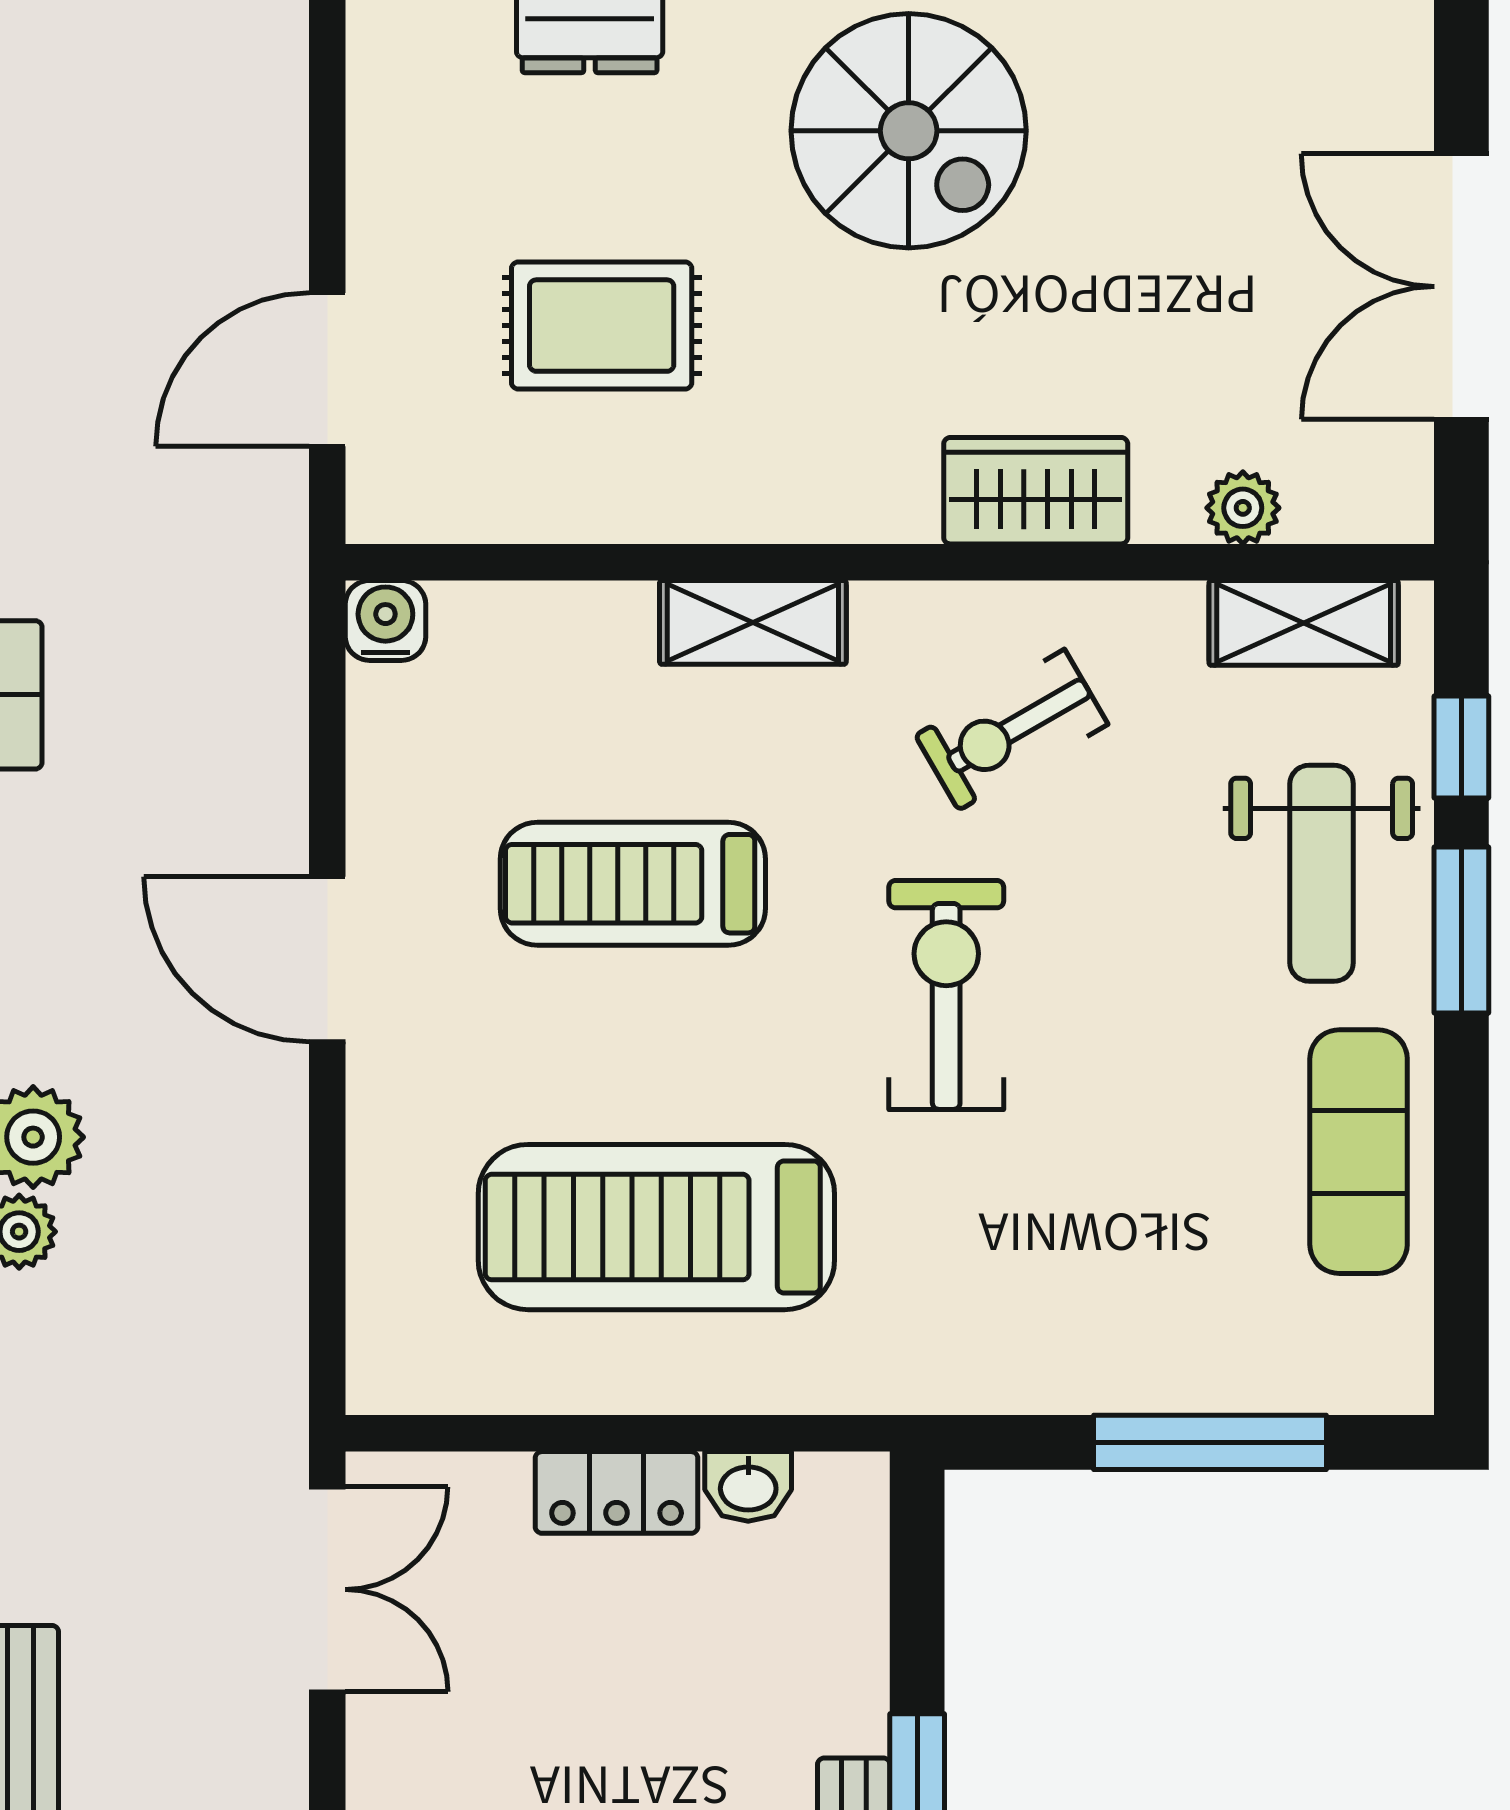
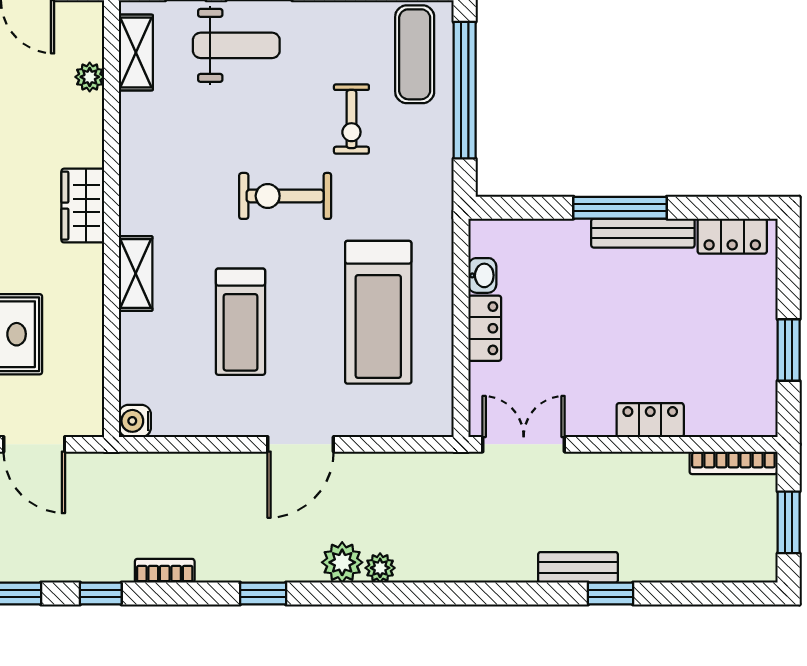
wardrobe: (1036, 491) -> (83, 206), moved
exercise bike: (1012, 730) -> (351, 119), moved, turned 30
door: (327, 959) -> (301, 444), moved
exercise mat: (1359, 1152) -> (415, 54), moved, turned 90
window: (1210, 1442) -> (465, 90), width x1.46

